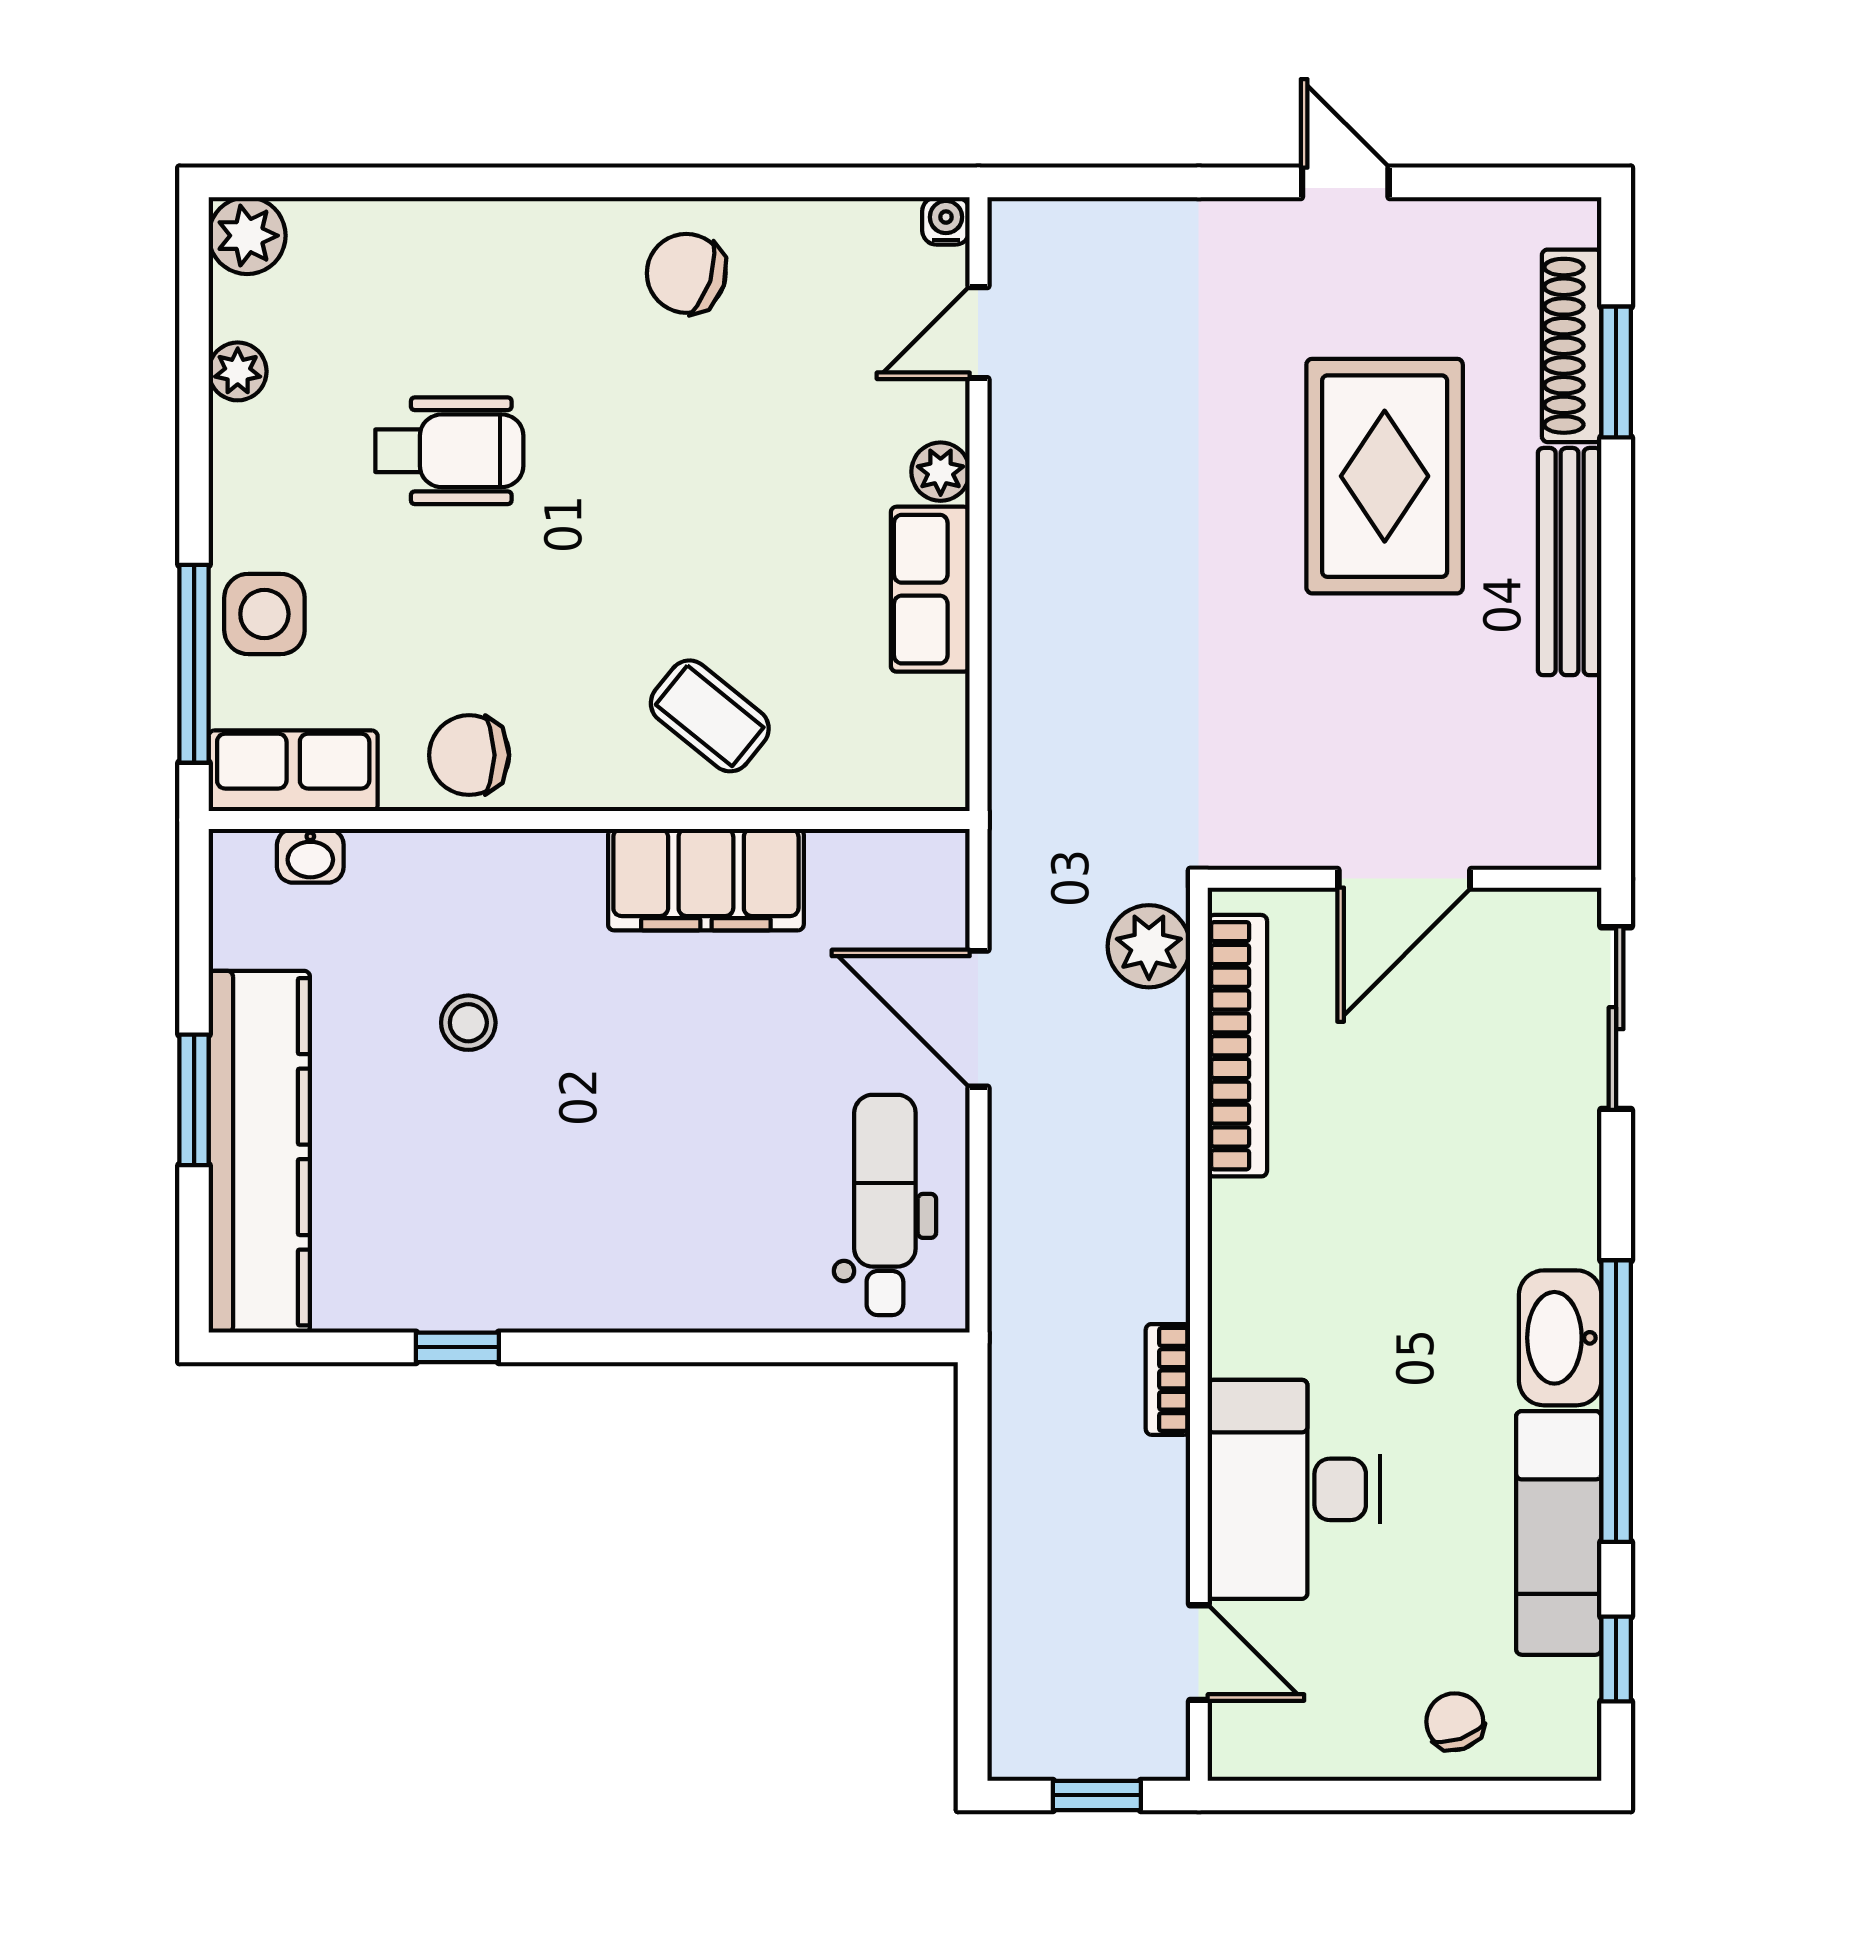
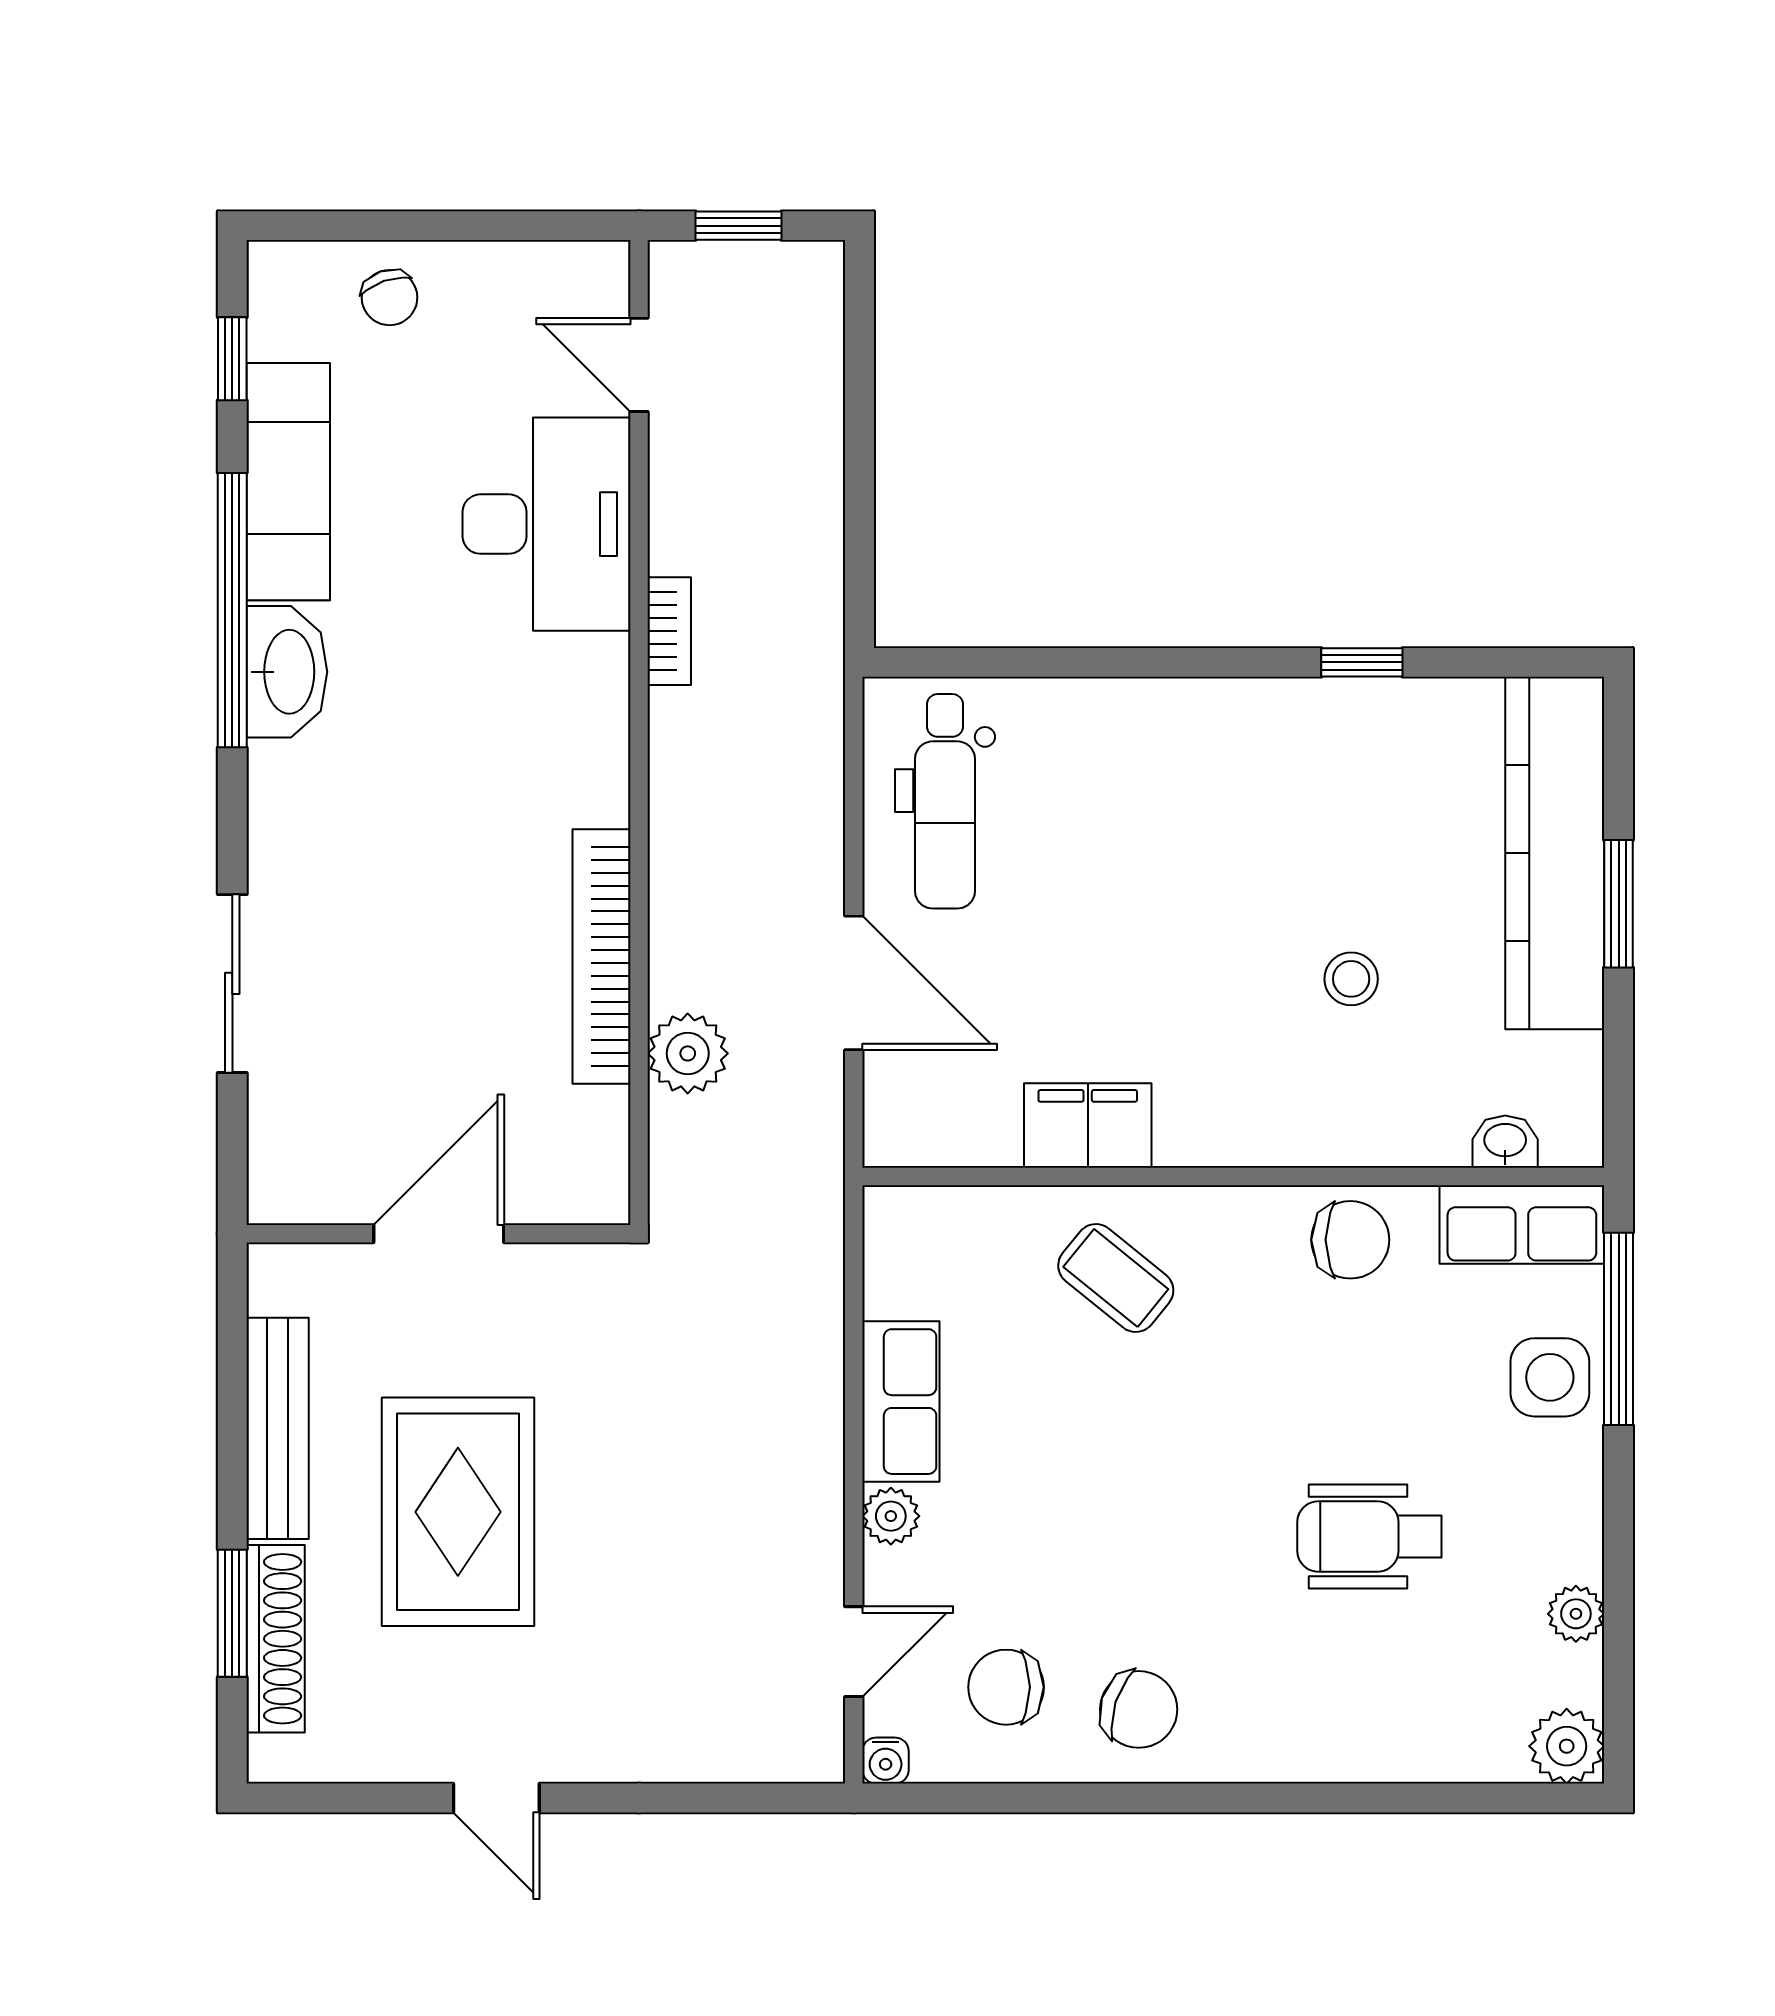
chair: (822, 296) -> (1006, 1687), added
door: (1404, 879) -> (439, 1234), moved
wall: (1405, 879) -> (439, 1234), moved
filing cabinet: (706, 880) -> (1088, 1126), width x0.67, depth x0.86

